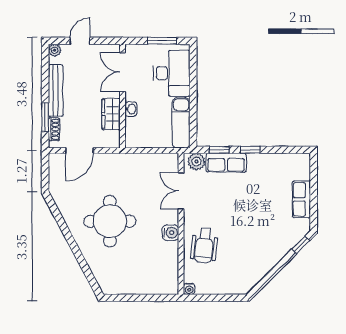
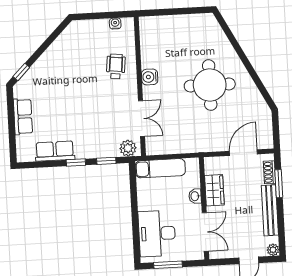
exam couch: (181, 123) -> (160, 168), moved, turned 90
row of seats: (226, 163) -> (55, 151), moved
wheelchair: (204, 245) -> (116, 66), width x0.73, depth x0.73
water cooler: (189, 289) -> (115, 24), moved

